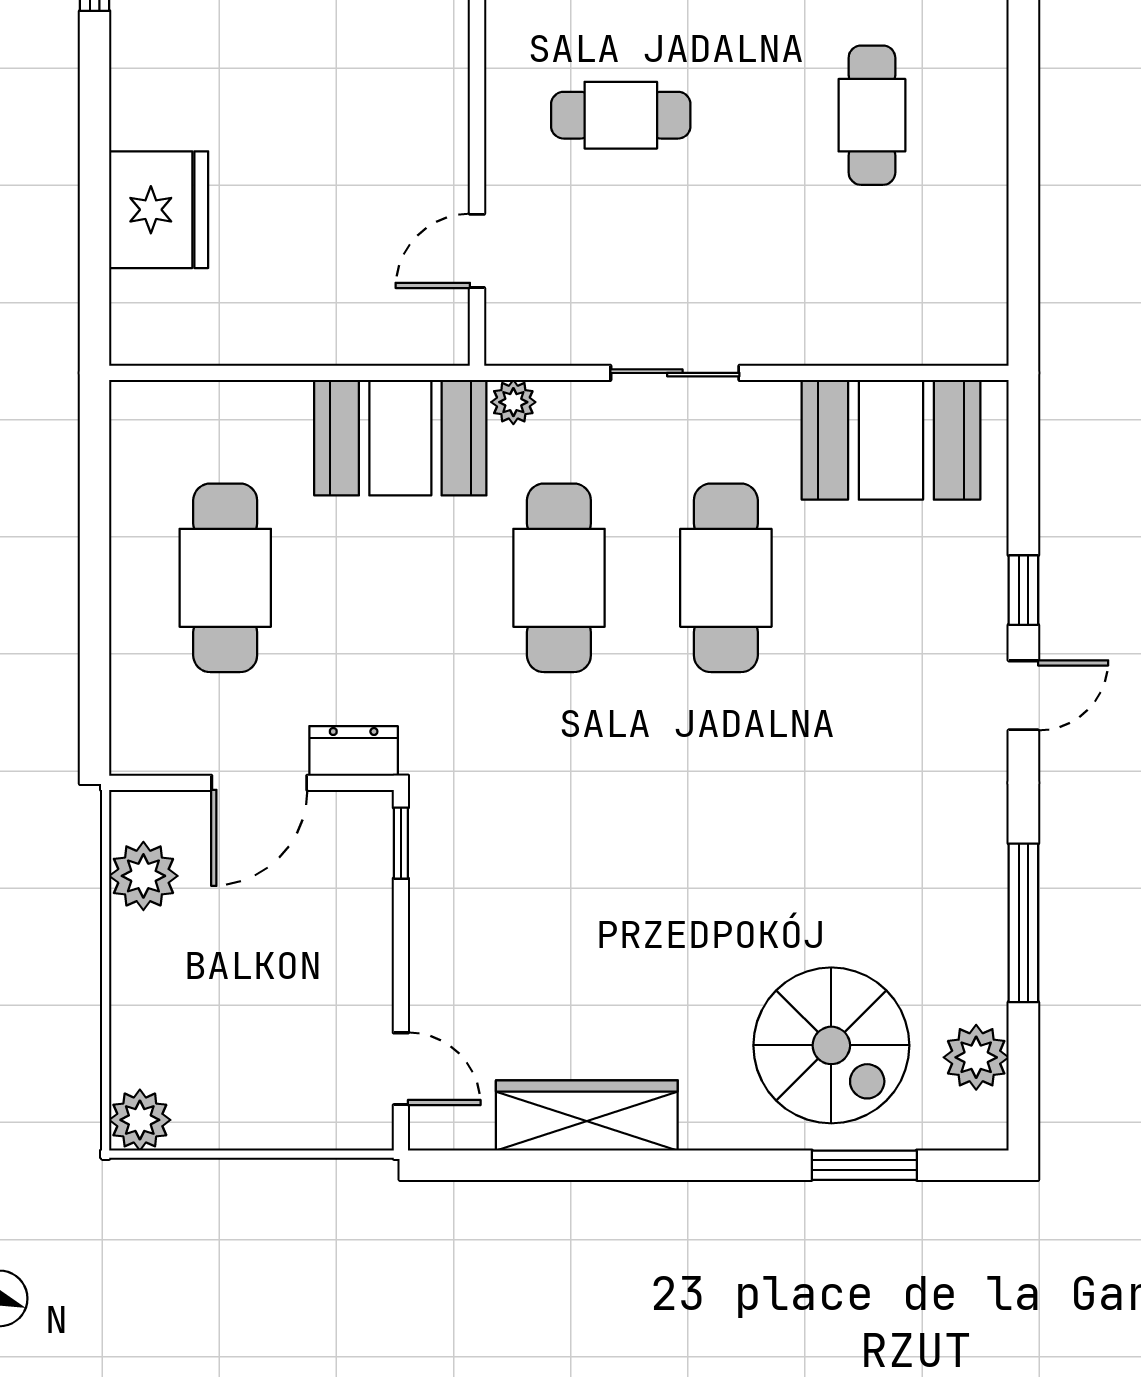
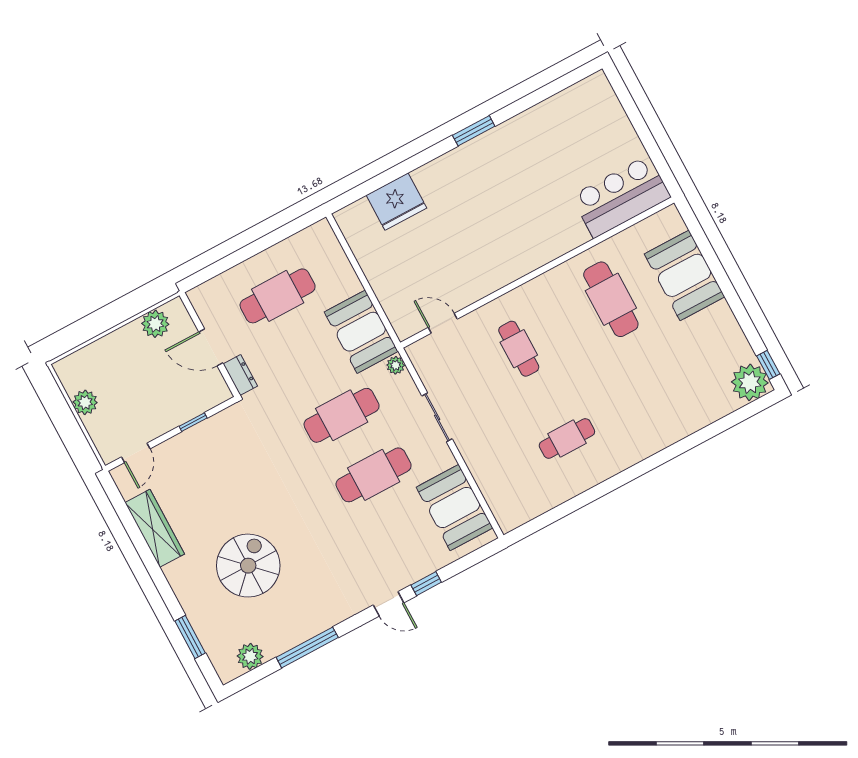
window: (401, 843) -> (193, 422), moved
spiral stairs: (831, 1045) -> (248, 566), moved, turned 180
plant: (140, 1120) -> (85, 402), moved

